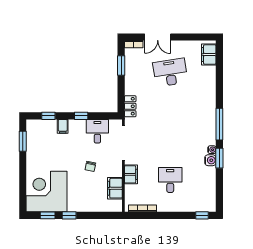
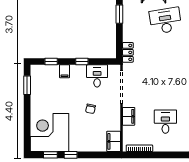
filing cabinet: (115, 188) -> (114, 141), moved

